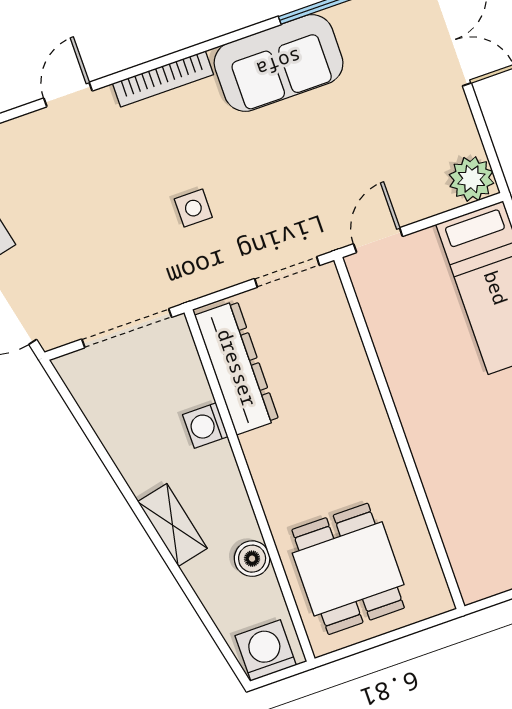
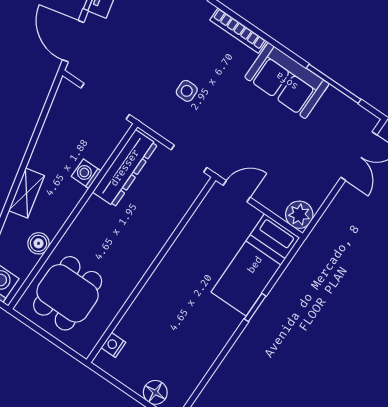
nightstand: (463, 558) -> (113, 345), added

